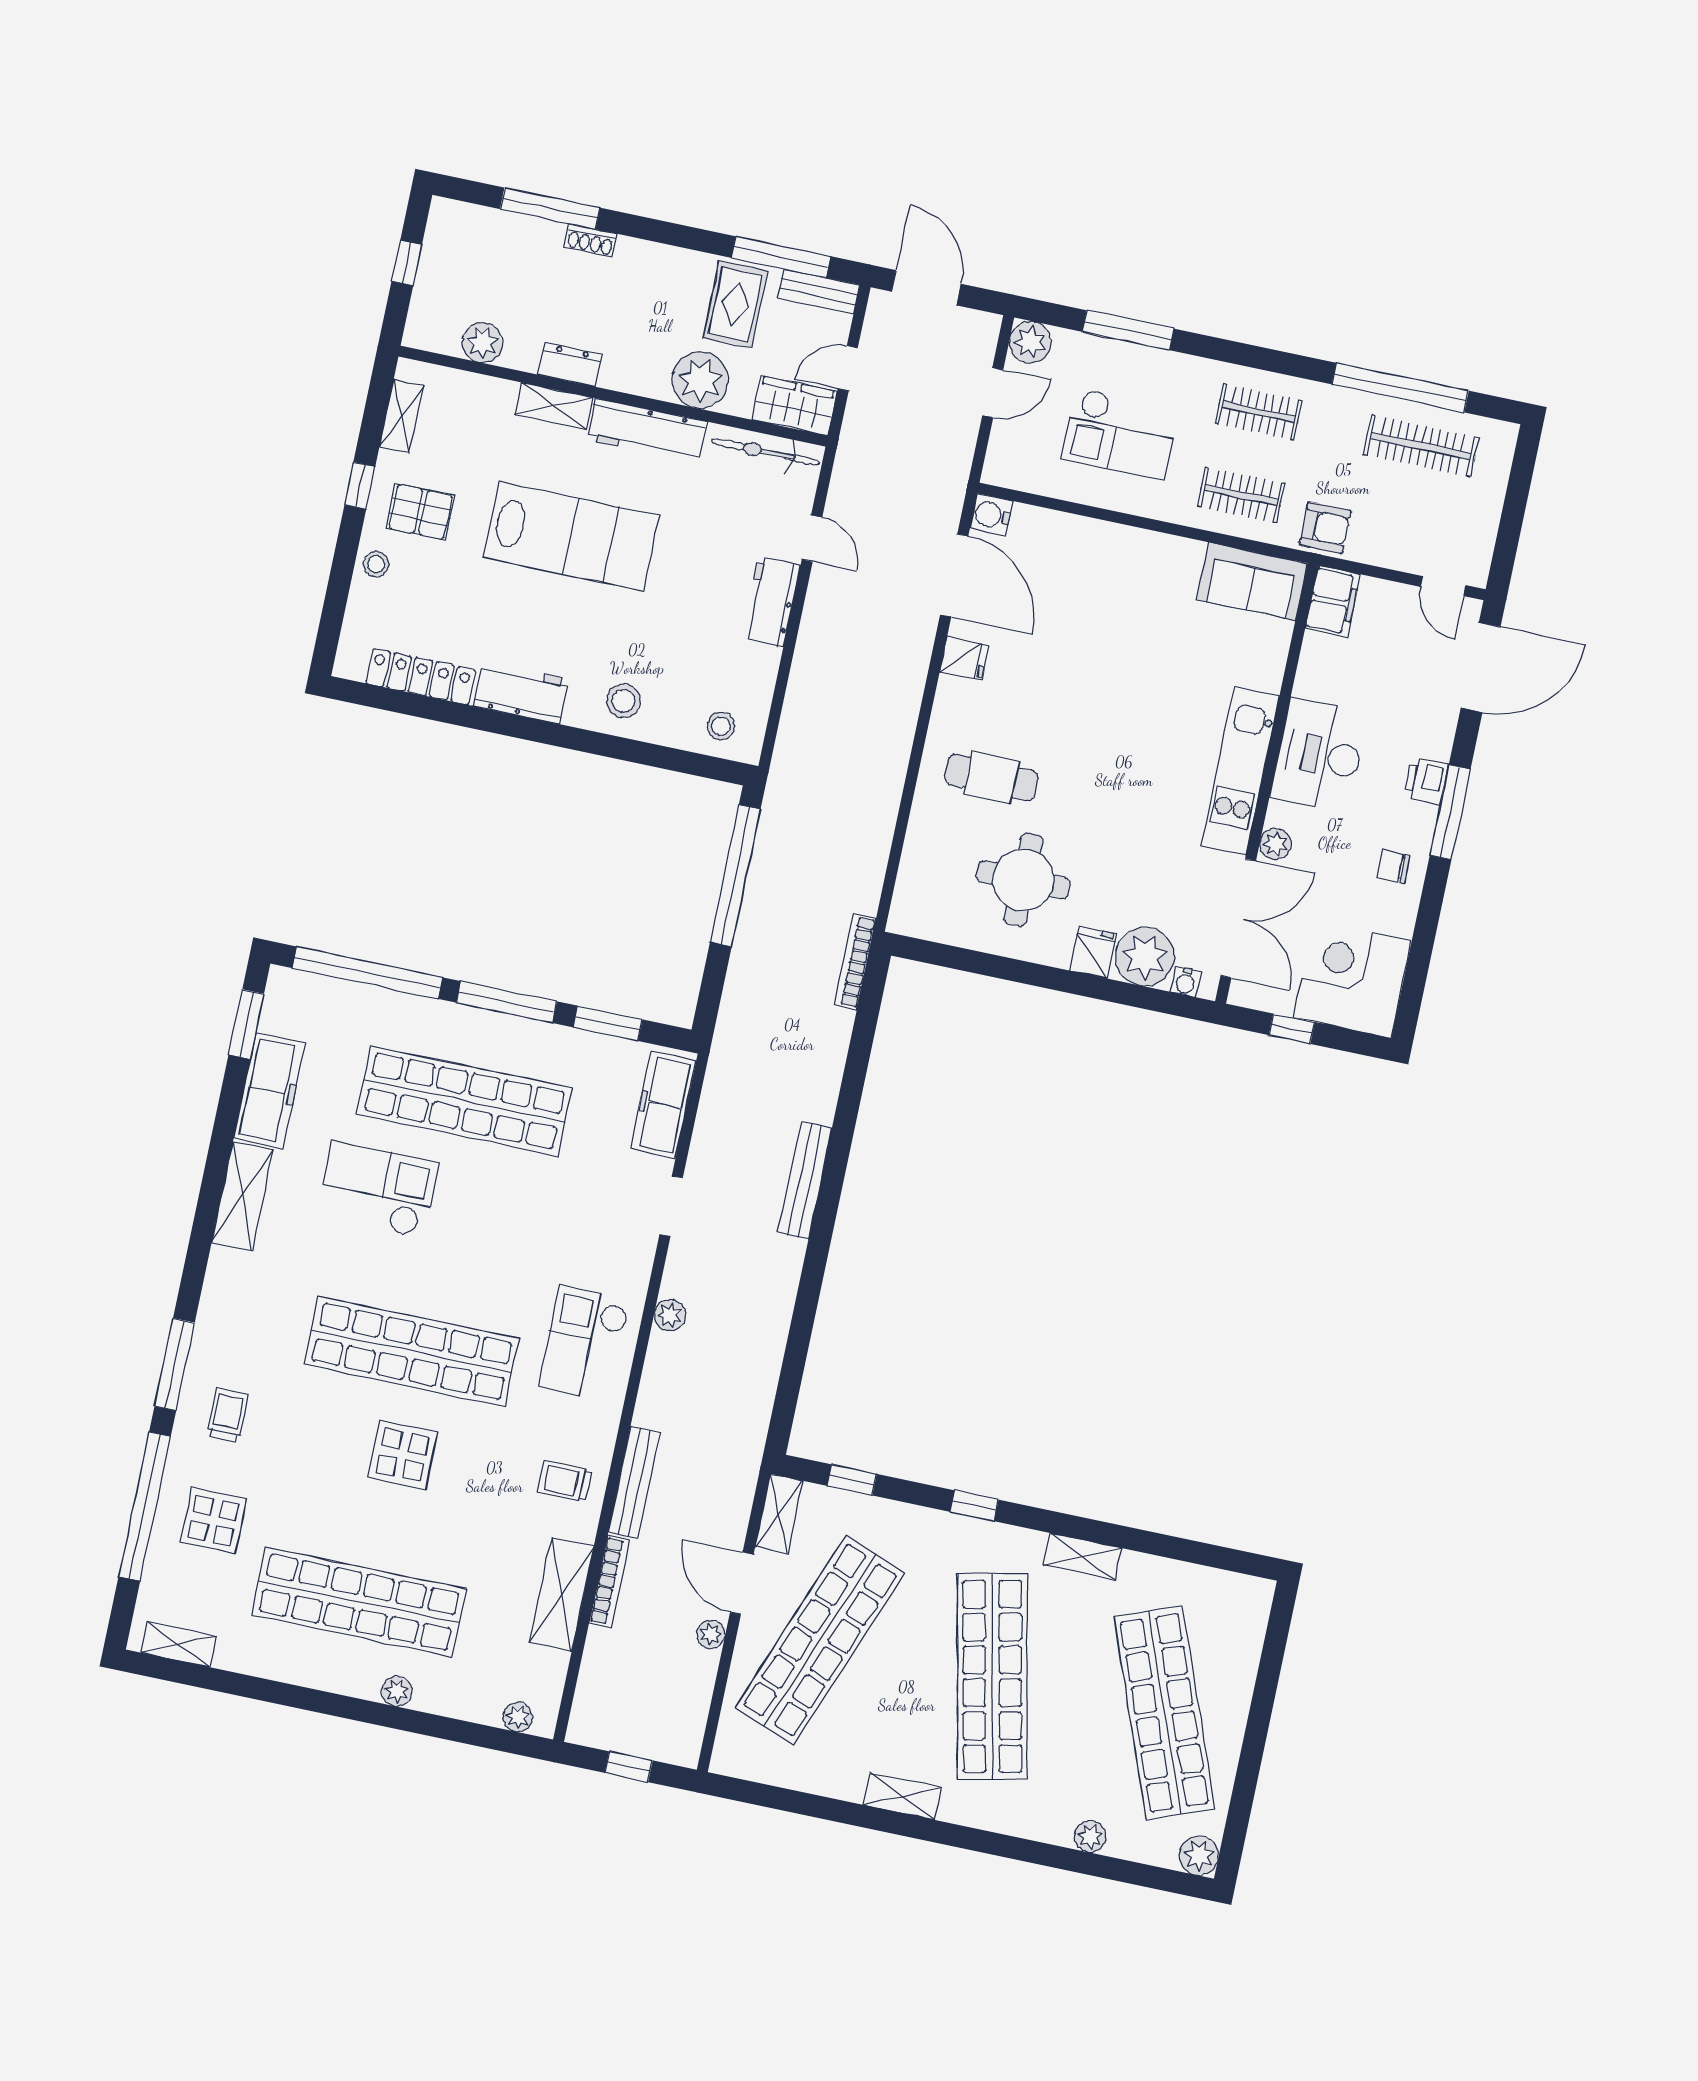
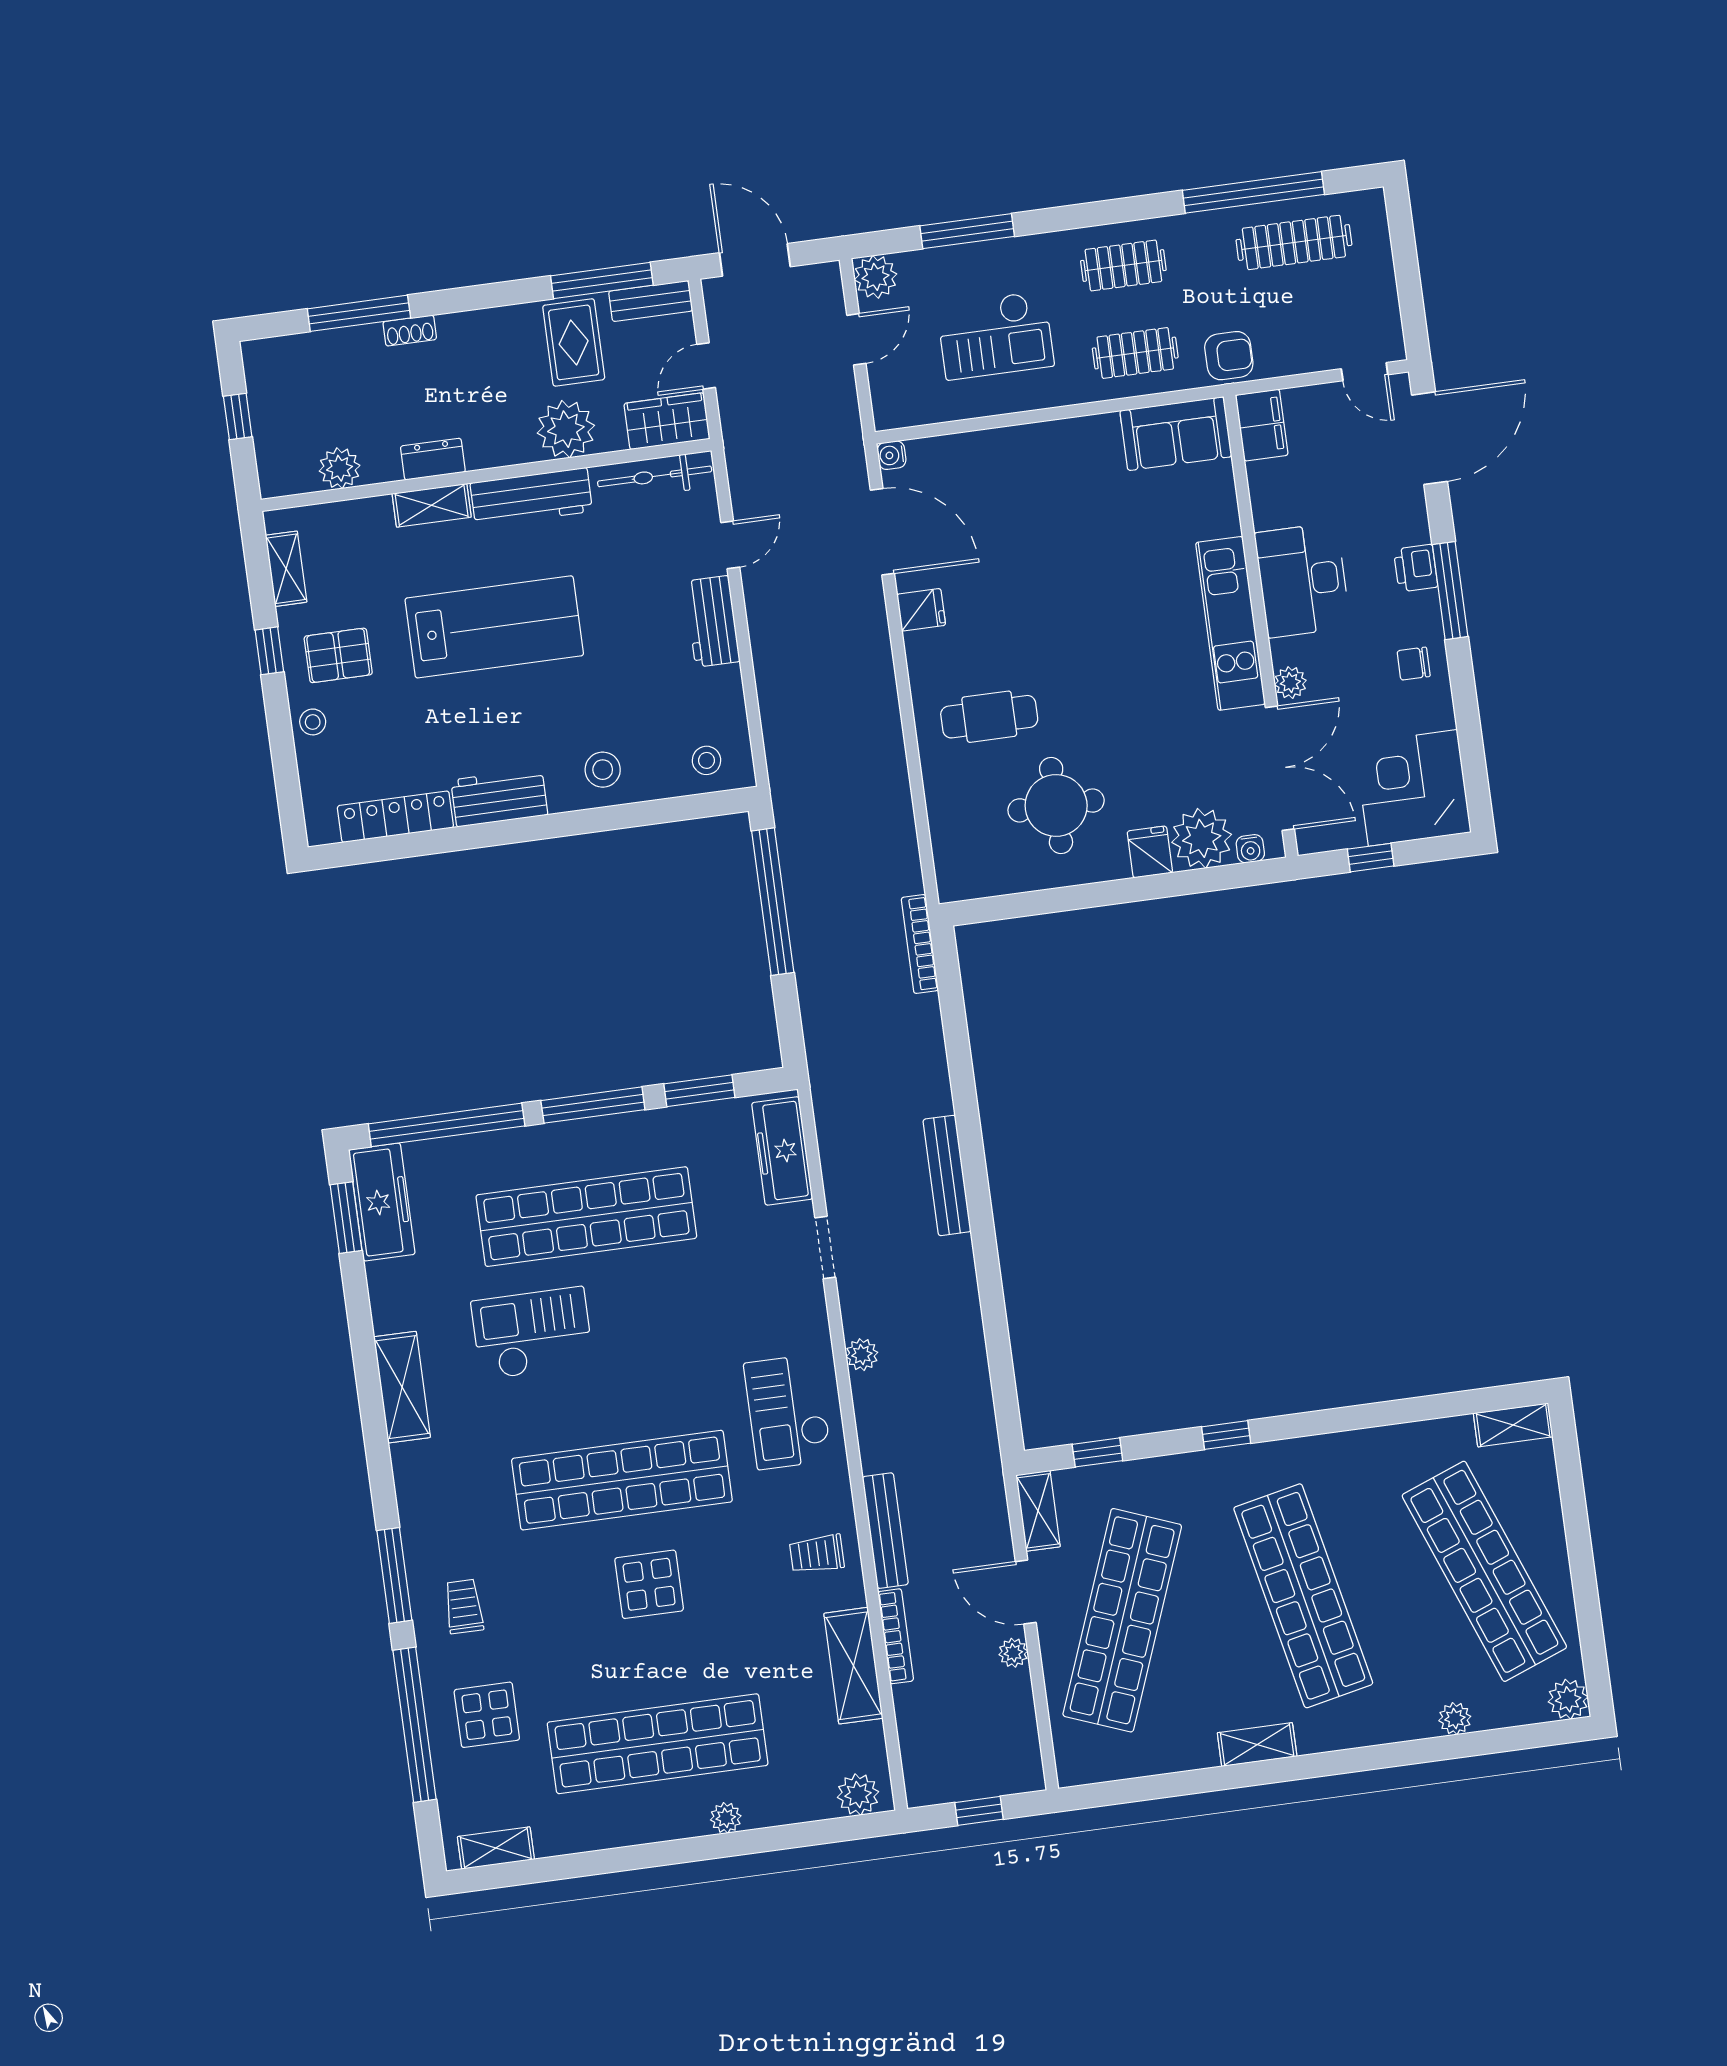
water cooler: (991, 515) -> (892, 455), width x0.72, depth x0.72
door: (812, 538) -> (730, 545), hinge flipped
freezer: (269, 1091) -> (382, 1202), moved
shelving: (1082, 1557) -> (1513, 1425), moved
plant: (518, 1717) -> (858, 1794), width x1.38, depth x1.38

